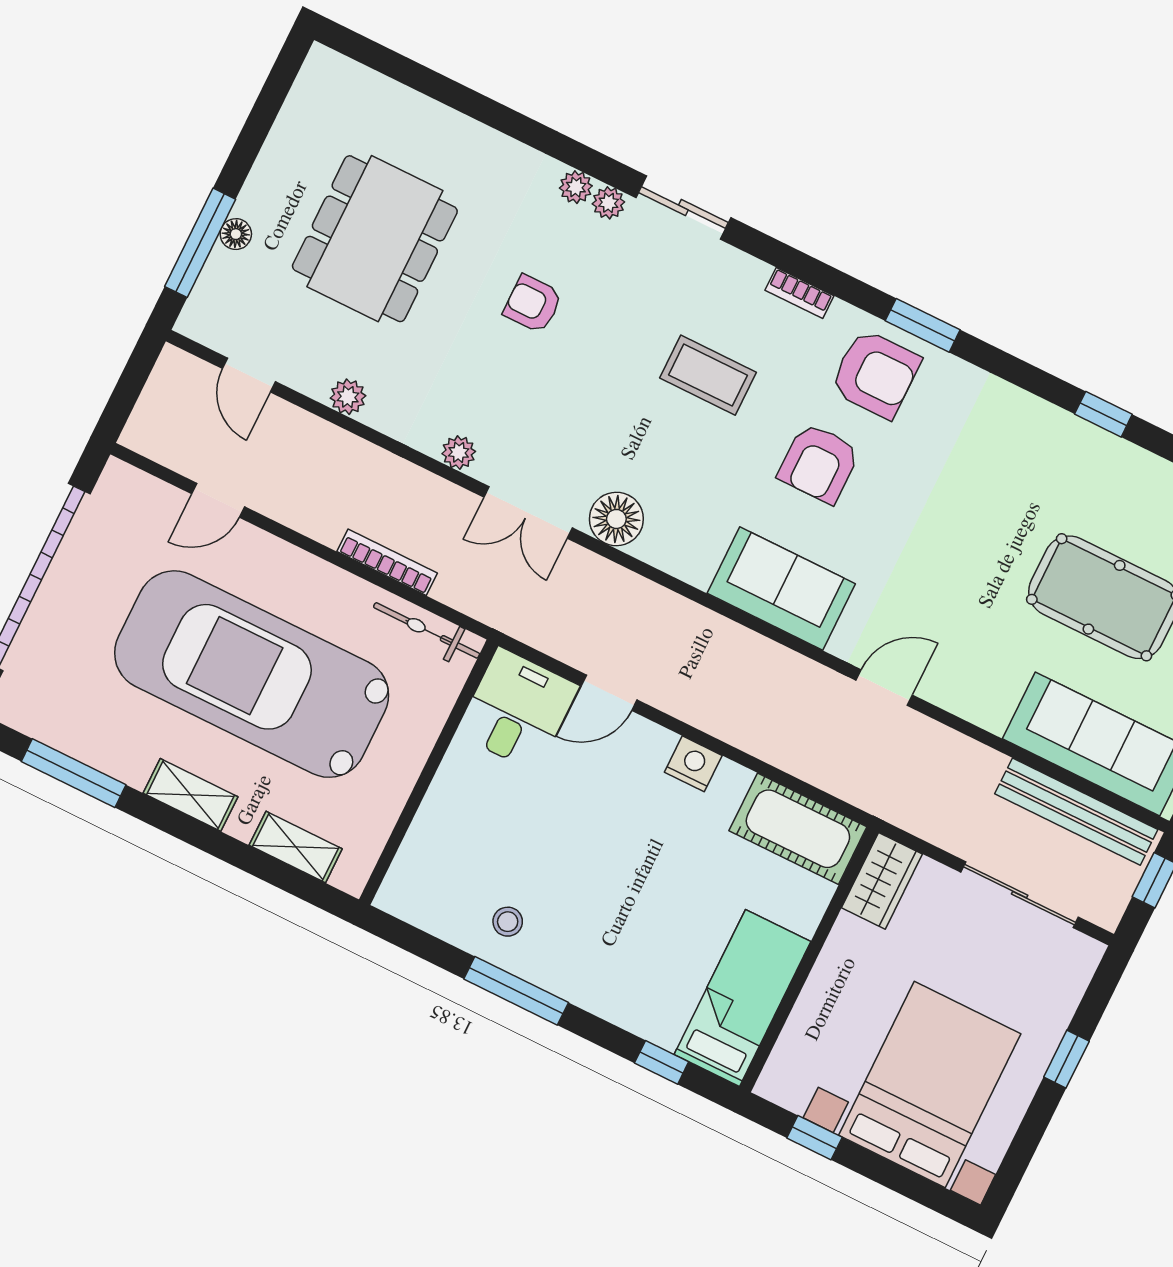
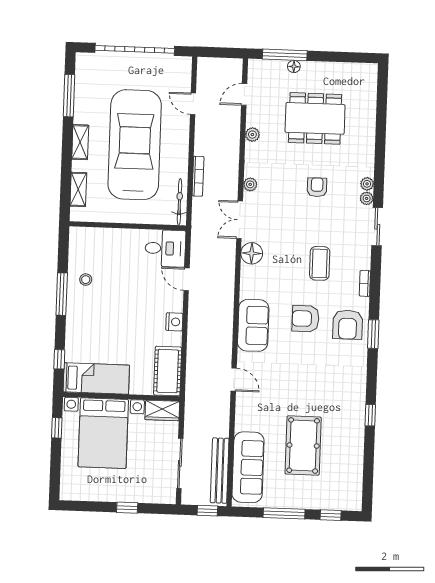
bed with nightstands: (930, 1084) -> (103, 433), moved, turned 90

